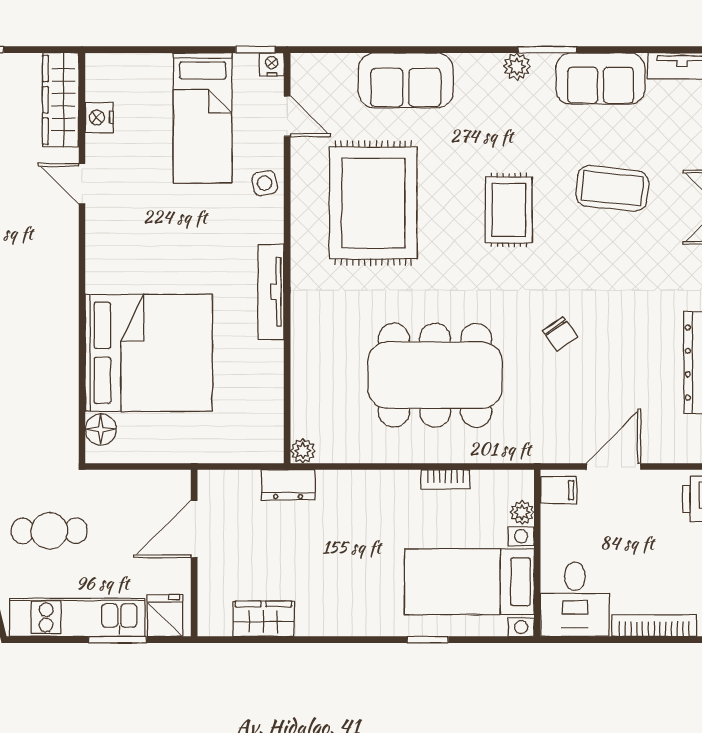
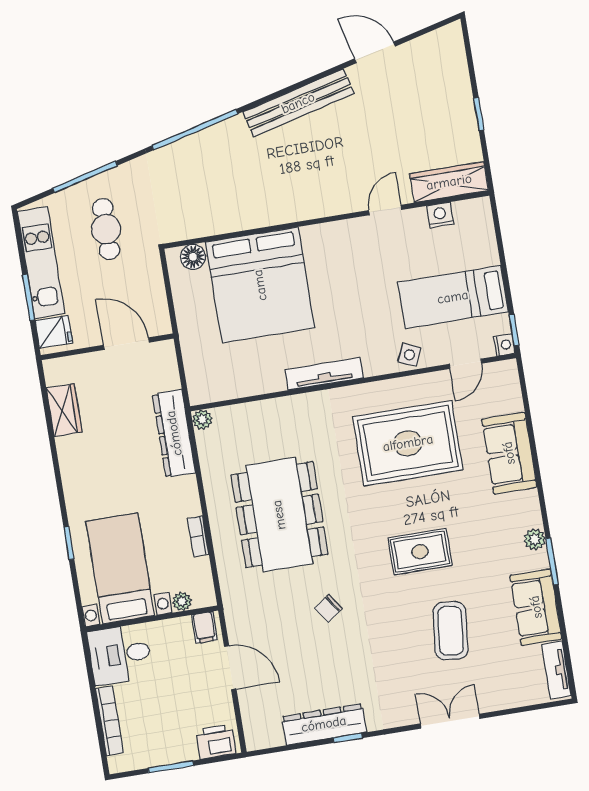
side table: (265, 183) -> (409, 355), turned 35
dresser: (288, 485) -> (174, 433), width x1.96, depth x1.24

